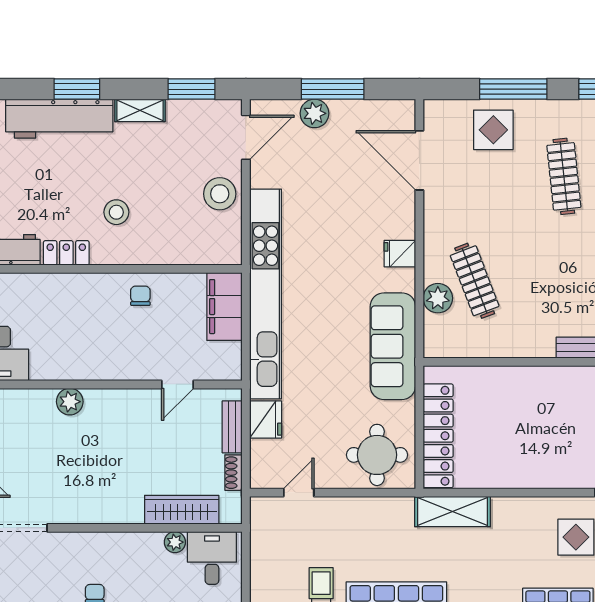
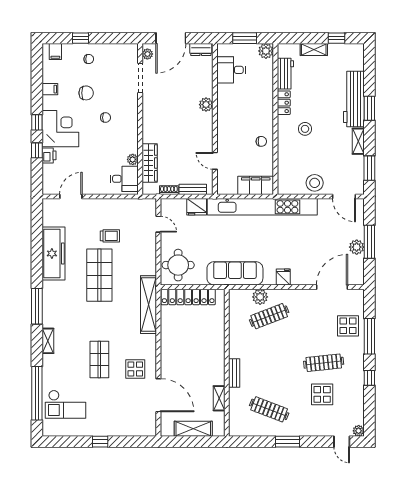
plant: (314, 113) -> (357, 247), moved
shelving: (453, 512) -> (149, 305), width x1.47

